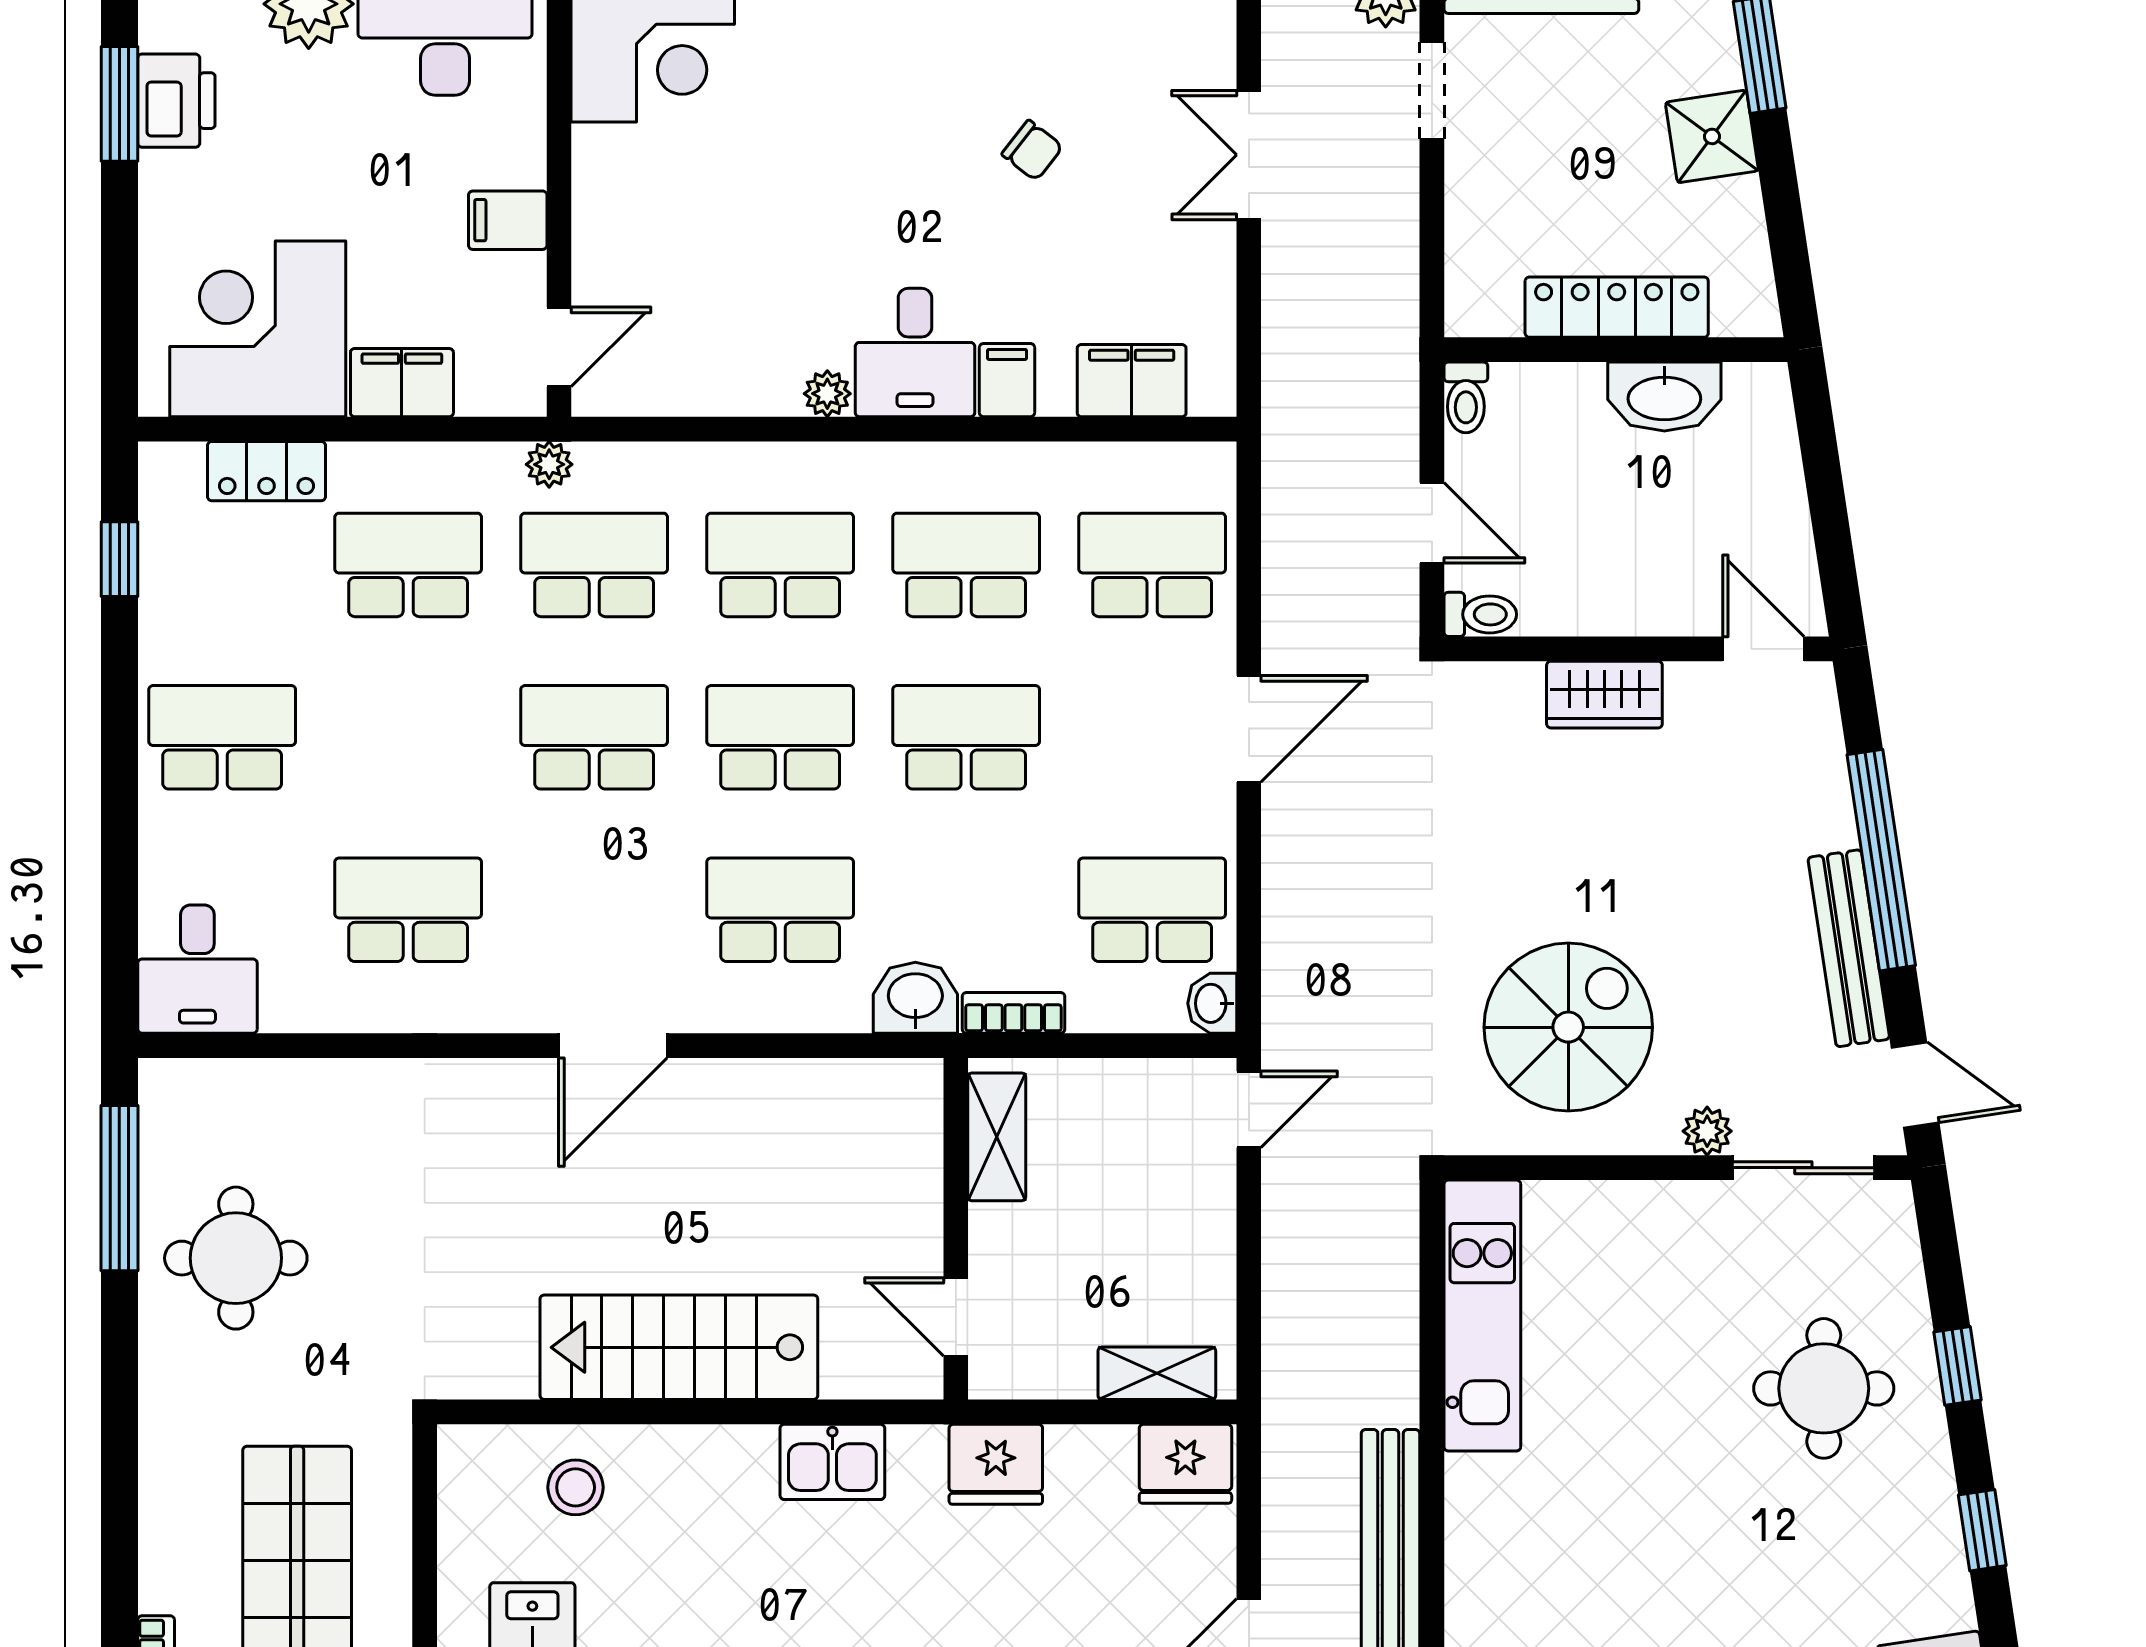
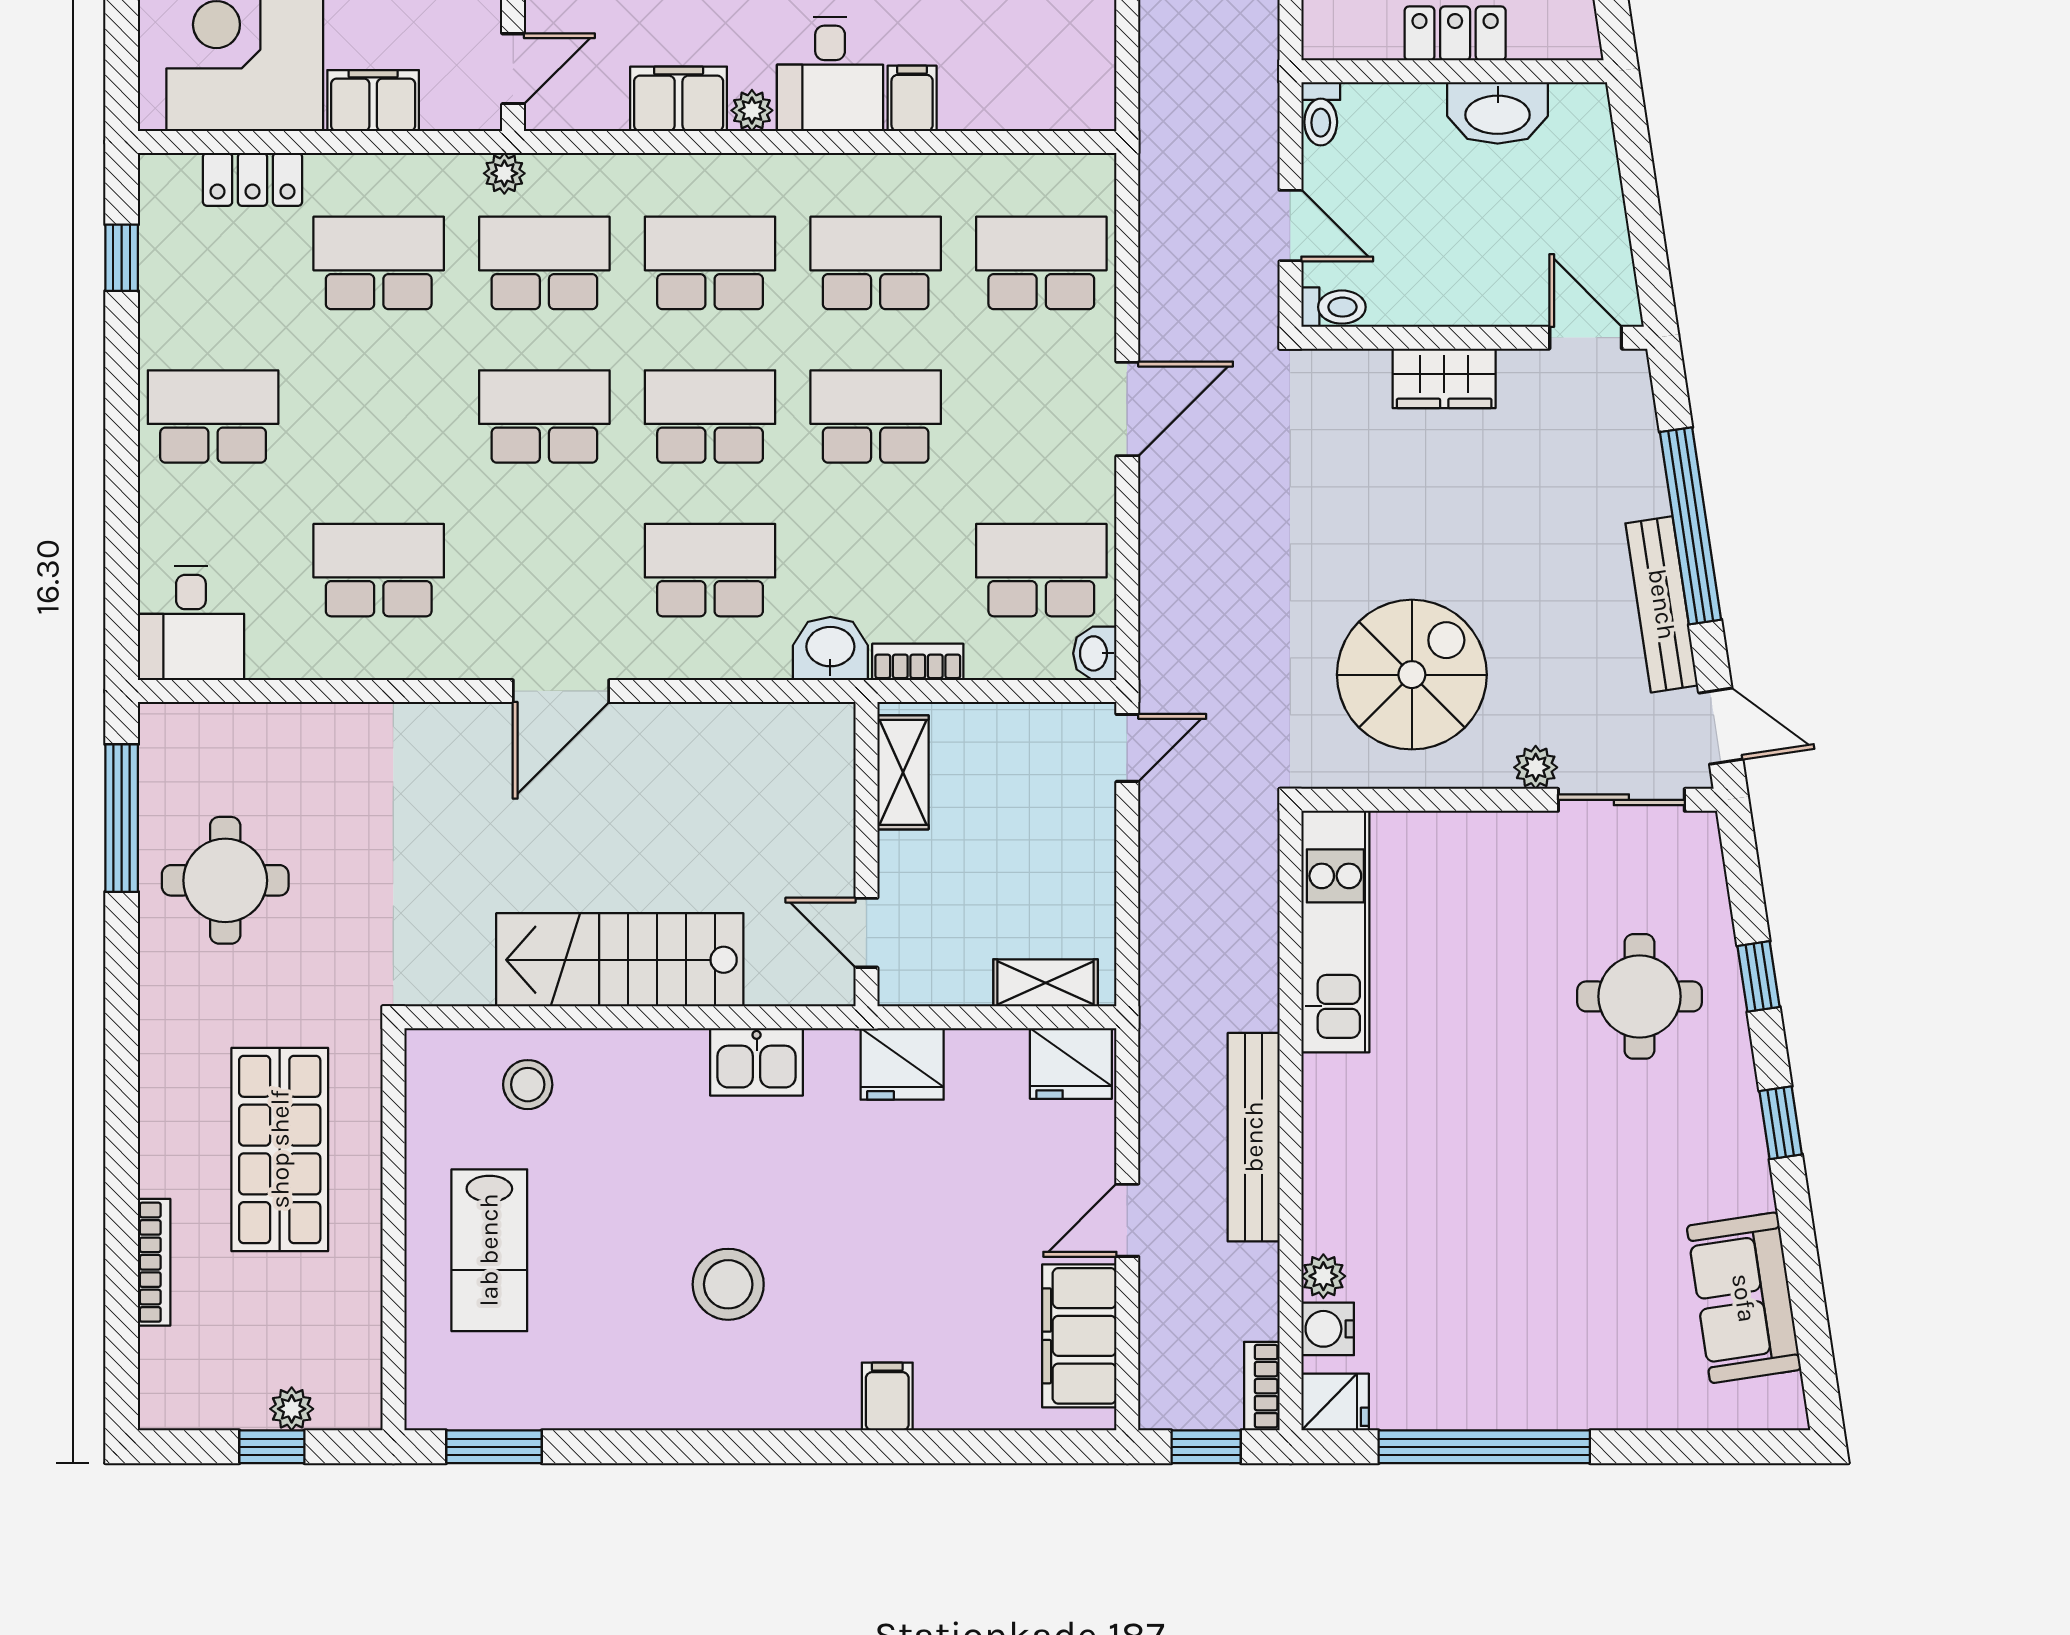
locker: (1617, 307) -> (1455, 33), width x0.66
filing cabinet: (1132, 381) -> (679, 99), moved

